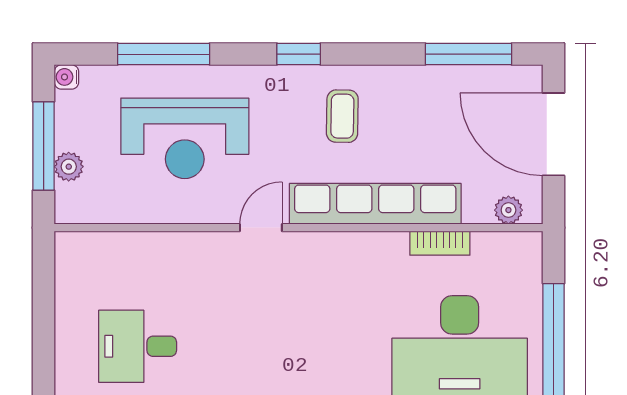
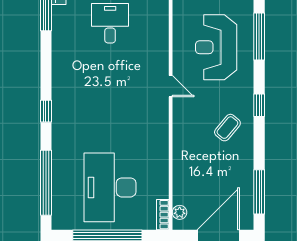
coffee table: (342, 116) -> (227, 128), turned -51
row of seats: (375, 204) -> (183, 144), removed
bookcase: (440, 243) -> (163, 215), moved

